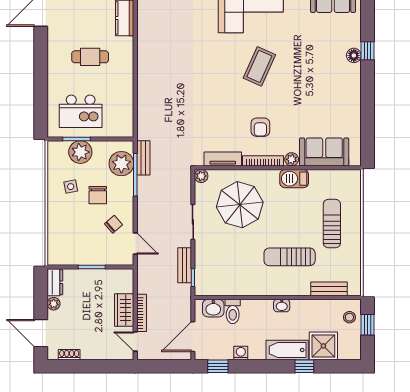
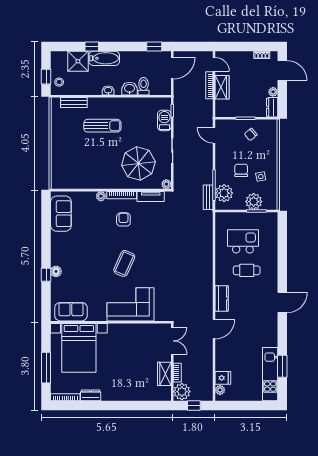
kitchen island: (81, 111) -> (243, 241), moved
sofa: (324, 152) -> (61, 214), moved, turned -90
barbecue: (294, 179) -> (164, 120), moved, turned -90
chair: (113, 224) -> (251, 134), moved
sun lounger: (332, 224) -> (72, 150), removed
bench: (185, 265) -> (178, 120), removed
washbasin: (213, 308) -> (130, 89), moved
washing machine: (241, 353) -> (138, 56), removed

